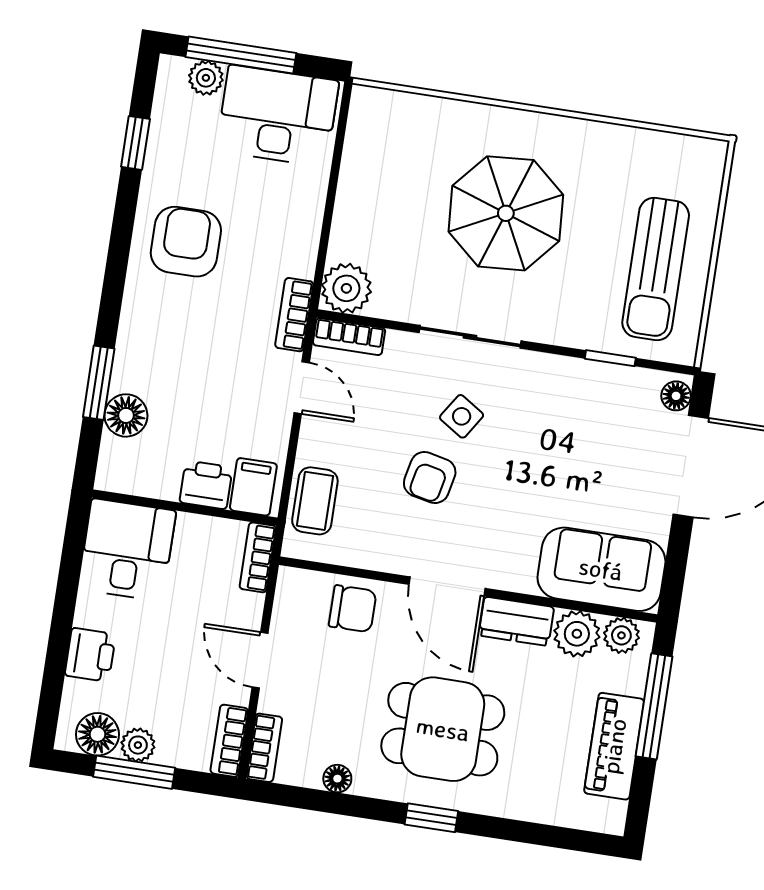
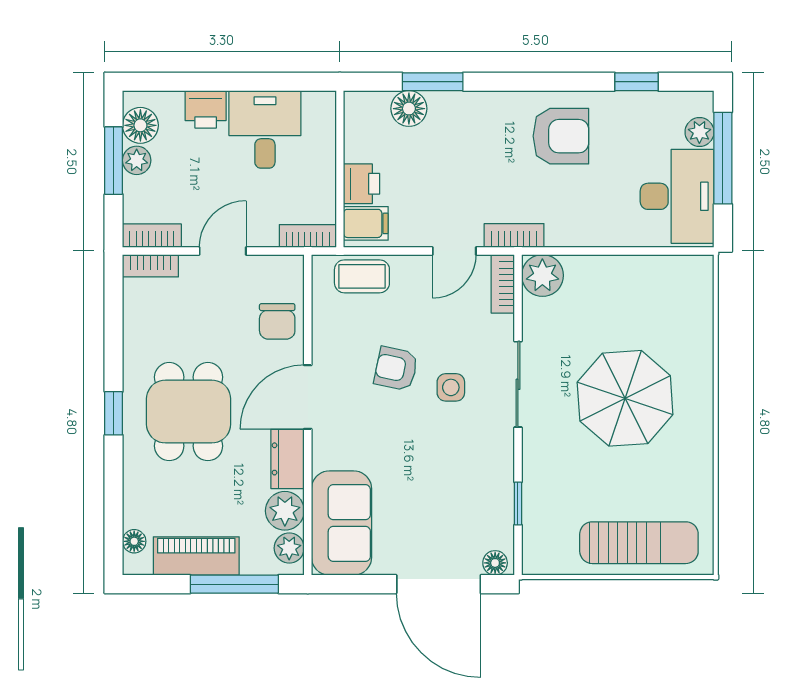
sun lounger: (656, 269) -> (639, 543), moved, turned 180
side table: (462, 416) -> (451, 387), turned -33
desk: (127, 550) -> (265, 129), moved, turned -90
floor lamp: (337, 779) -> (134, 541), moved

